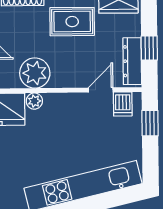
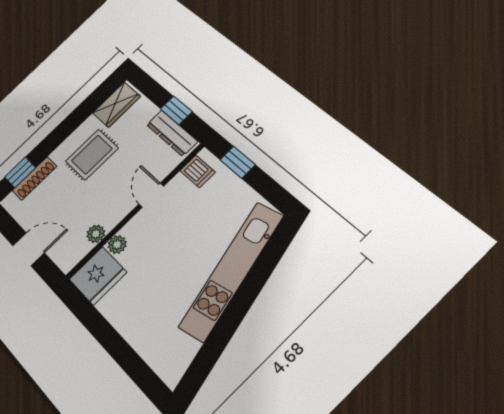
plant: (35, 73) -> (96, 234), width x0.53, depth x0.53
door: (101, 90) -> (151, 195), moved

